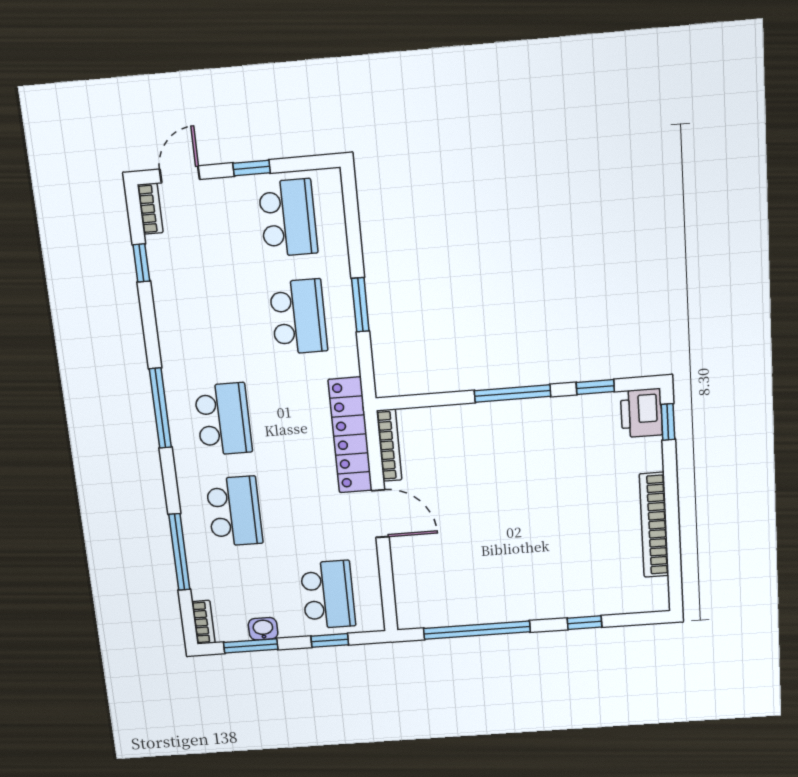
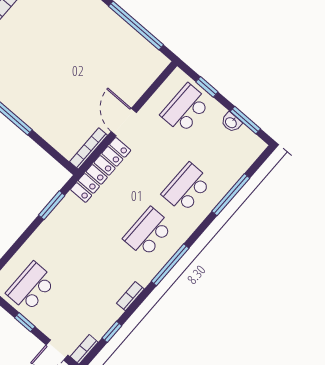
window: (360, 305) -> (52, 205), moved
school desk: (299, 317) -> (70, 242), removed
bookcase: (203, 622) -> (130, 296), moved

